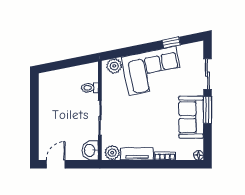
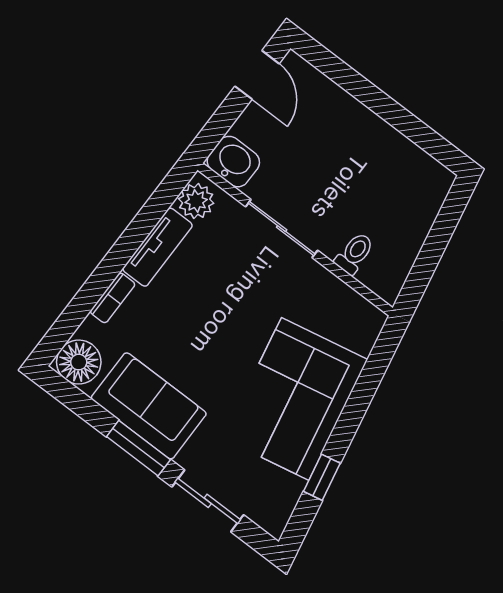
plant: (114, 66) -> (361, 333), removed
floor lamp: (198, 155) -> (79, 362), width x1.89, depth x1.89

